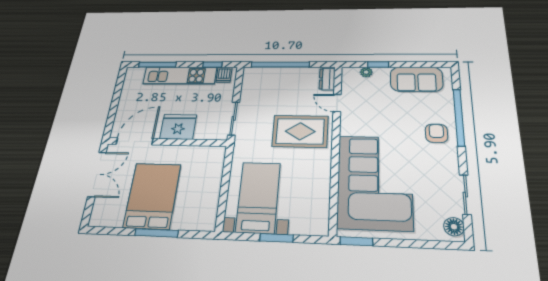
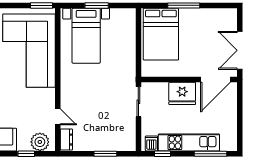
window: (280, 65) -> (105, 154), width x0.47
plant: (366, 72) -> (40, 142), width x1.88, depth x1.88
rug: (300, 131) -> (85, 91), removed
bed: (152, 196) -> (161, 34), moved
bed with nightstands: (258, 197) -> (86, 36), moved

